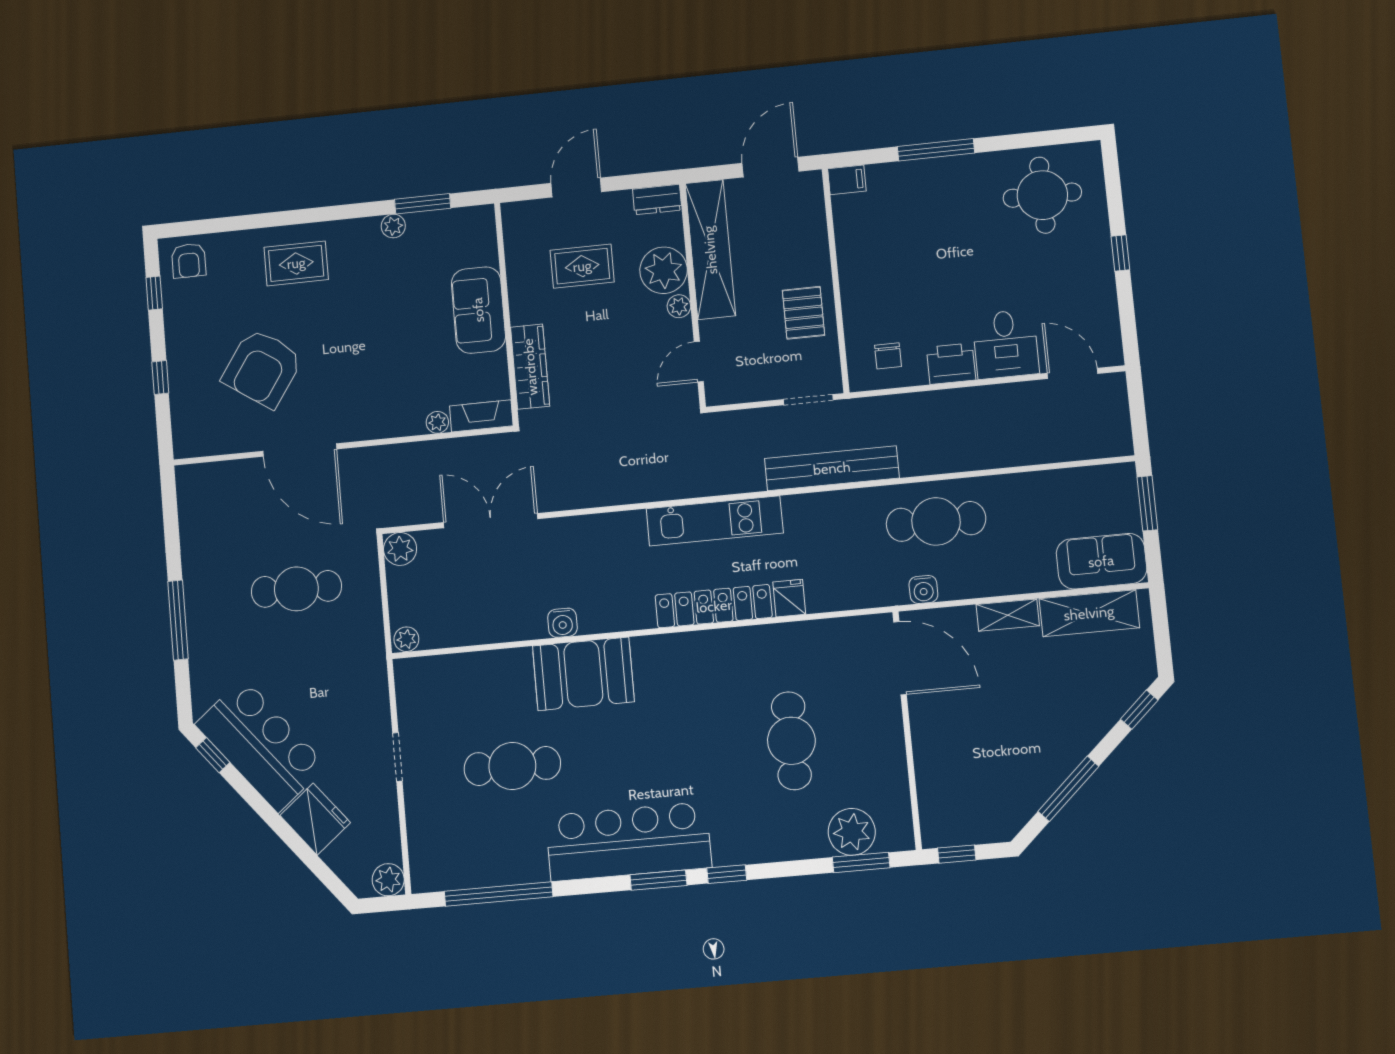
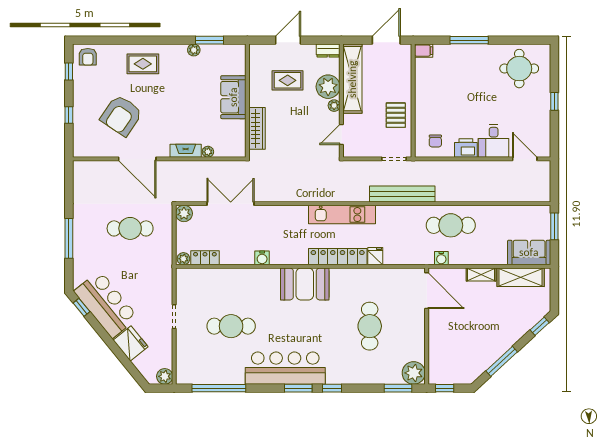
fireplace: (481, 416) -> (186, 151), moved
locker: (449, 633) -> (205, 258), added
booth: (583, 674) -> (305, 284), moved
plant: (852, 832) -> (414, 373), moved

